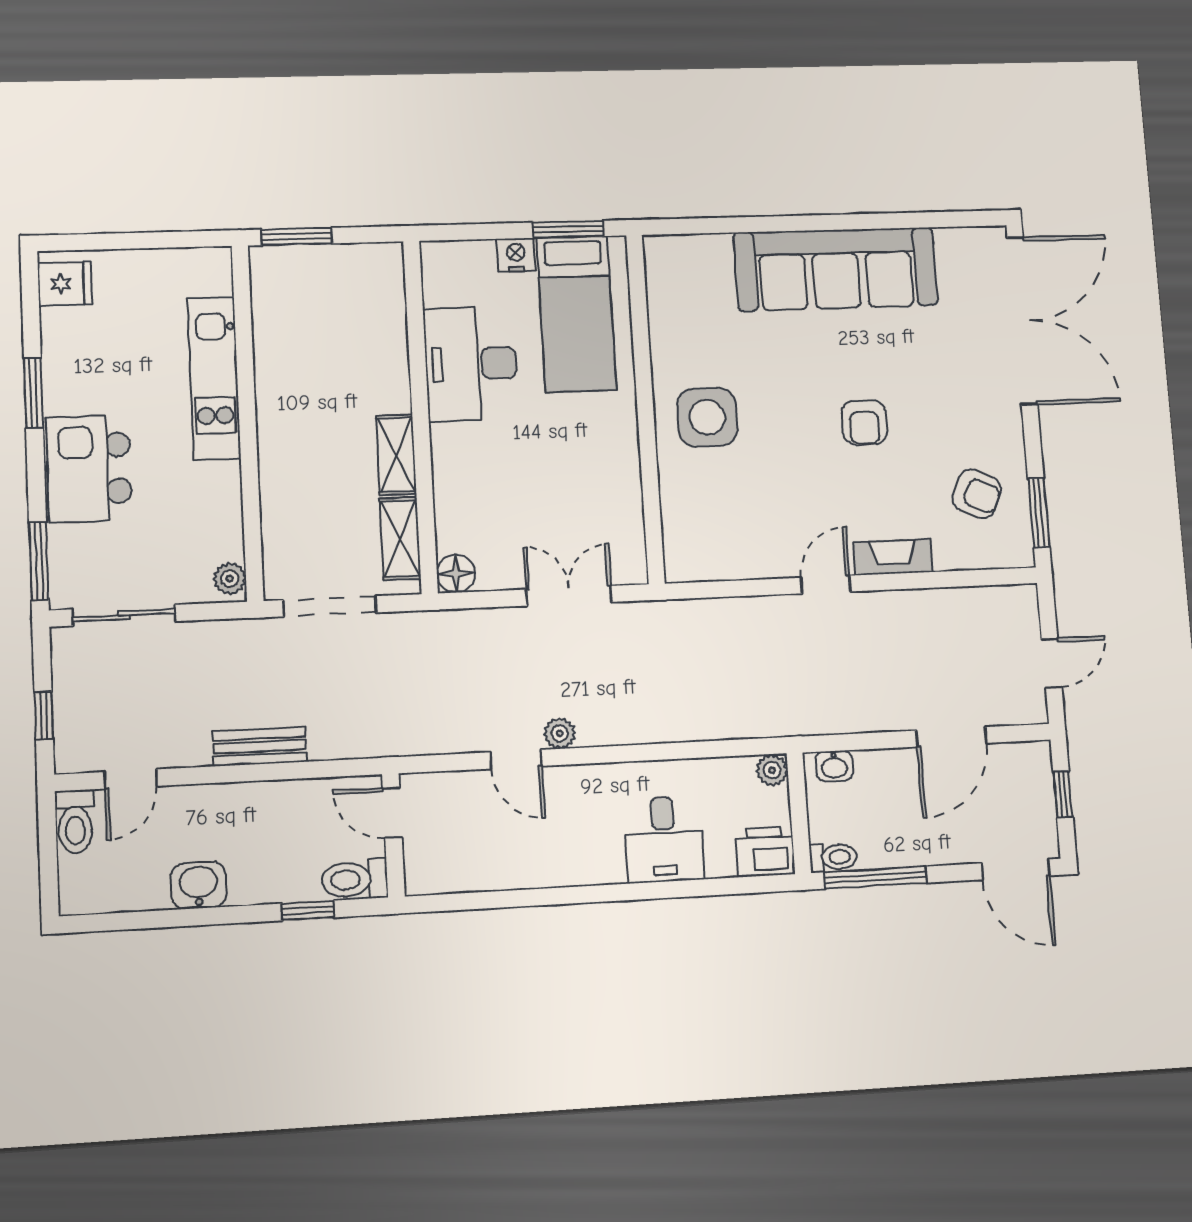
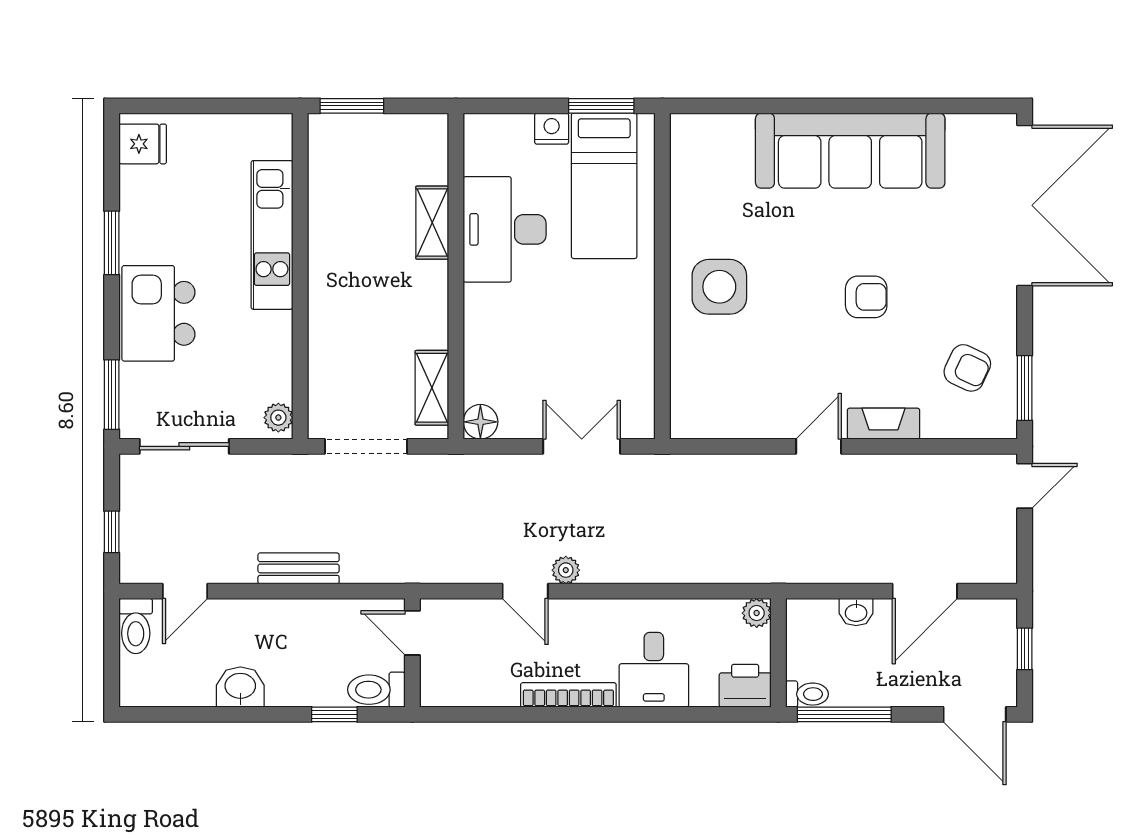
armchair: (864, 422) -> (866, 297), turned -90
shelving: (396, 455) -> (432, 223), moved
door: (1052, 663) -> (1025, 486), moved
washbasin: (834, 766) -> (856, 612), moved
bookcase: (571, 873) -> (568, 695), added

